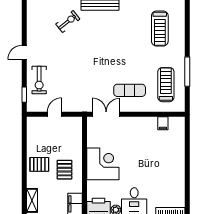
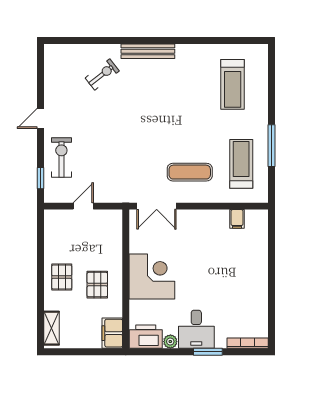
exercise bike: (39, 80) -> (61, 157), turned 180
double door: (106, 114) -> (157, 206), swing flipped
pallet: (39, 164) -> (62, 277), turned 90

